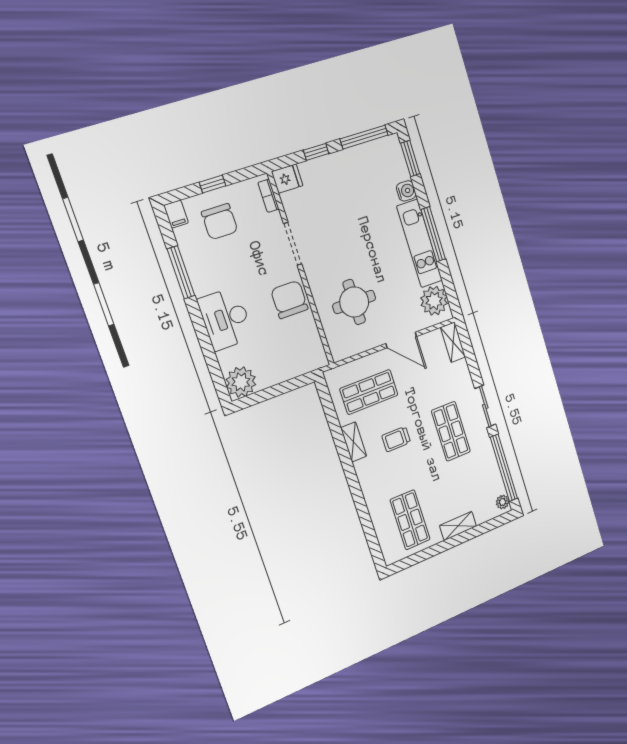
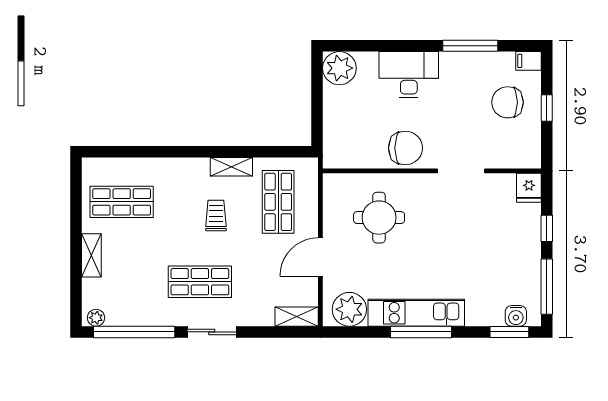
water cooler: (406, 191) -> (516, 316), moved
bookcase: (268, 196) -> (518, 162), removed

